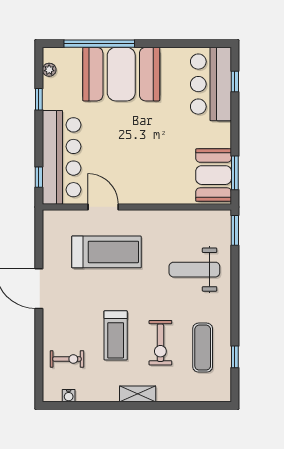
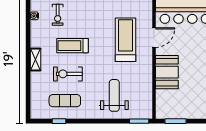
booth: (214, 175) -> (167, 72), moved, turned 90
treadmill: (106, 252) -> (125, 40), turned 180

